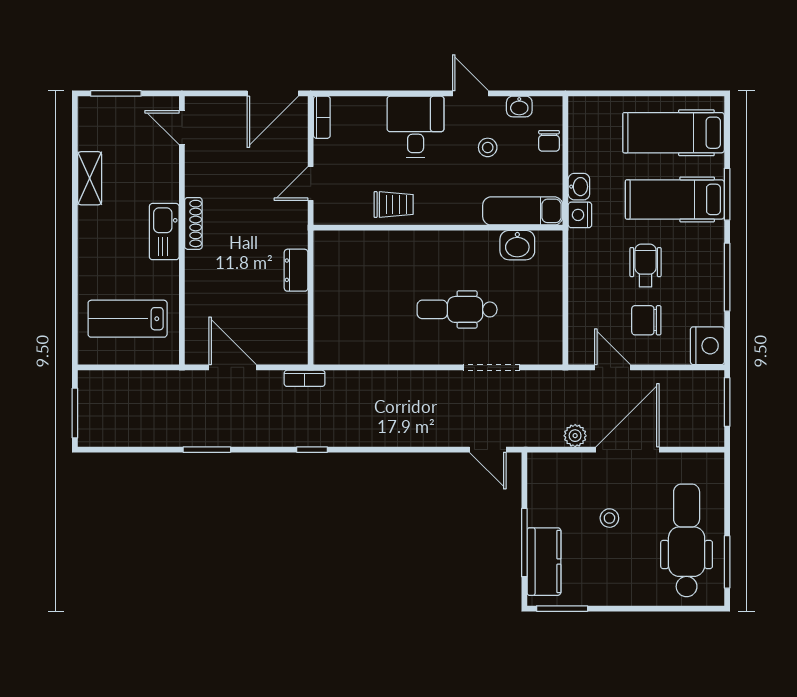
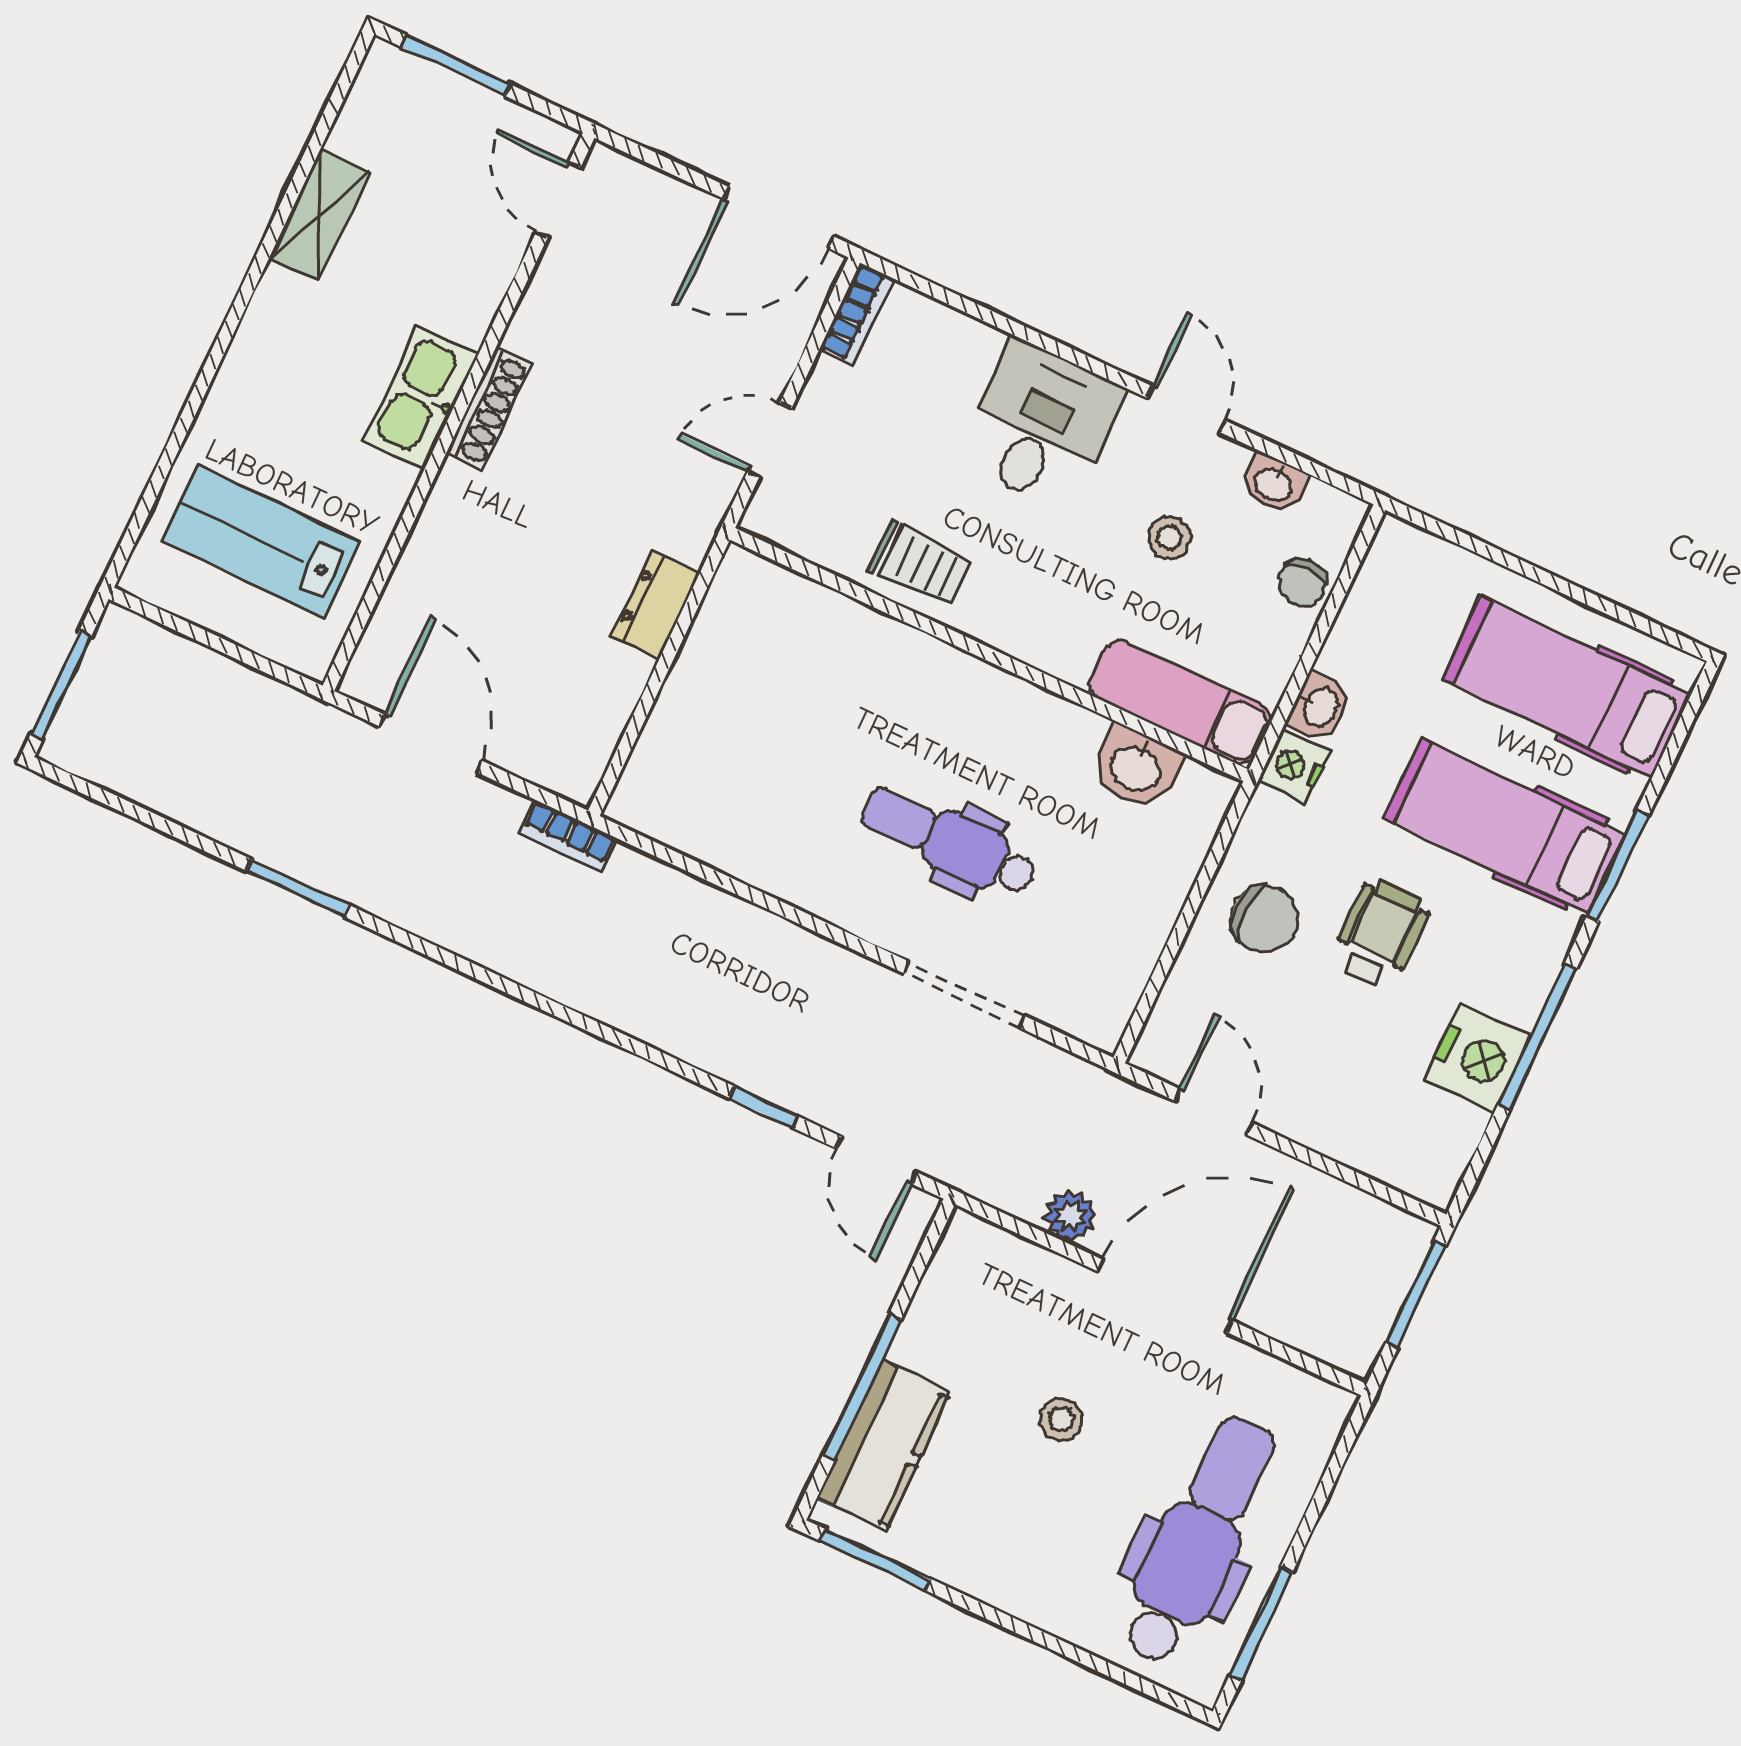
chair: (646, 320) -> (1264, 919), moved, turned 180
nightstand: (707, 346) -> (1477, 1058), moved
window: (312, 450) -> (763, 1107), moved

